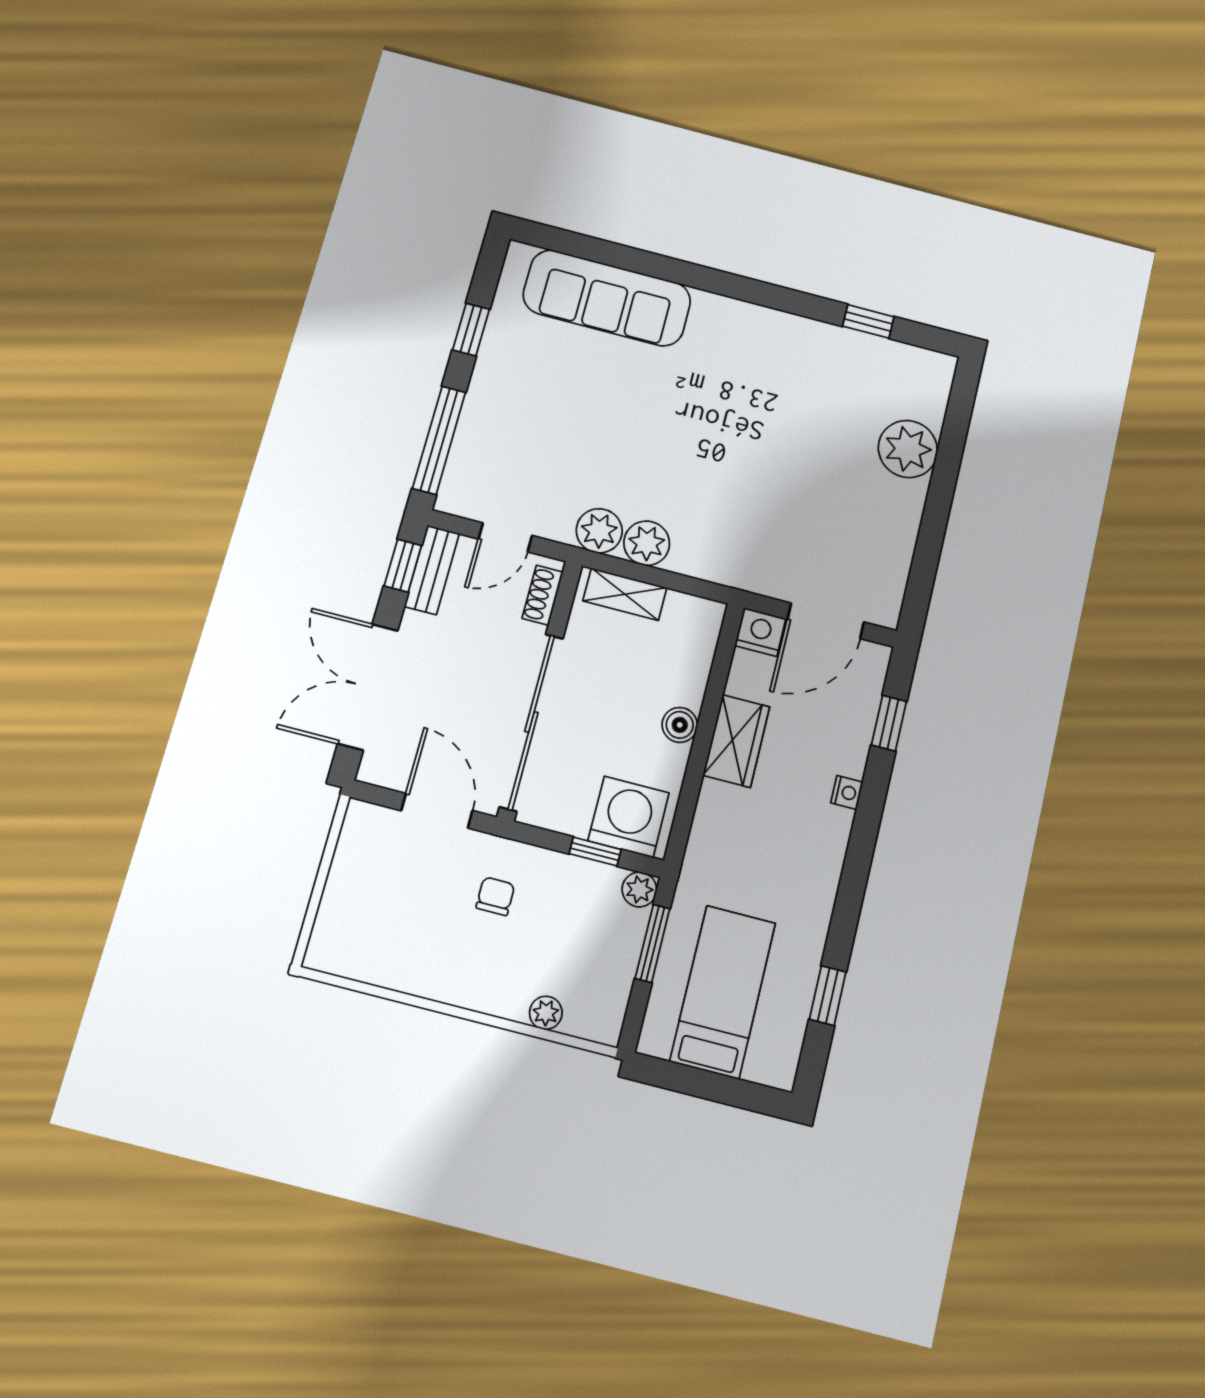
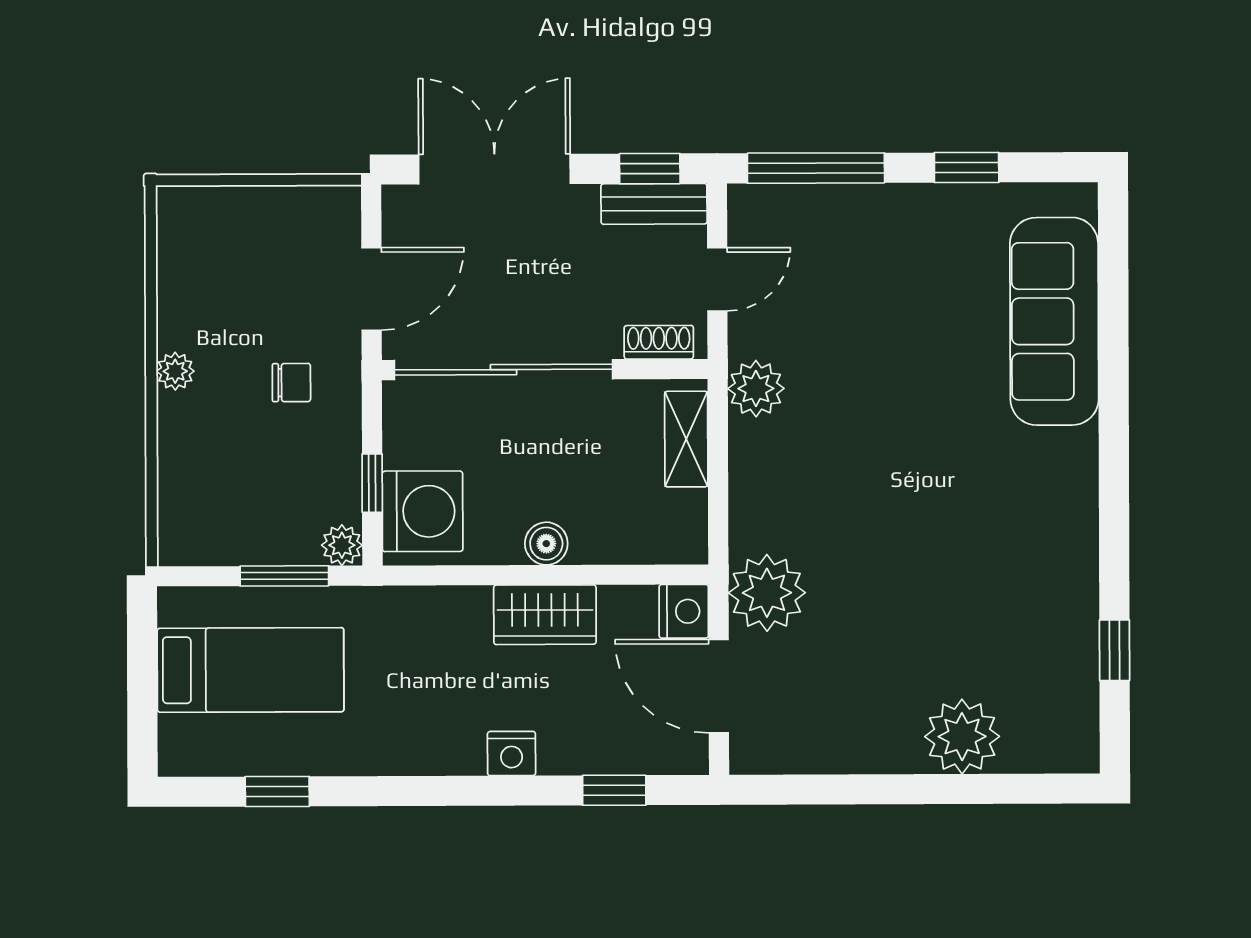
door: (505, 537) -> (717, 279), swing flipped
plant: (647, 543) -> (767, 593), moved, width x1.36, depth x1.36
nightstand: (847, 792) -> (512, 753), width x1.39, depth x1.35
plant: (546, 1013) -> (175, 371), moved

